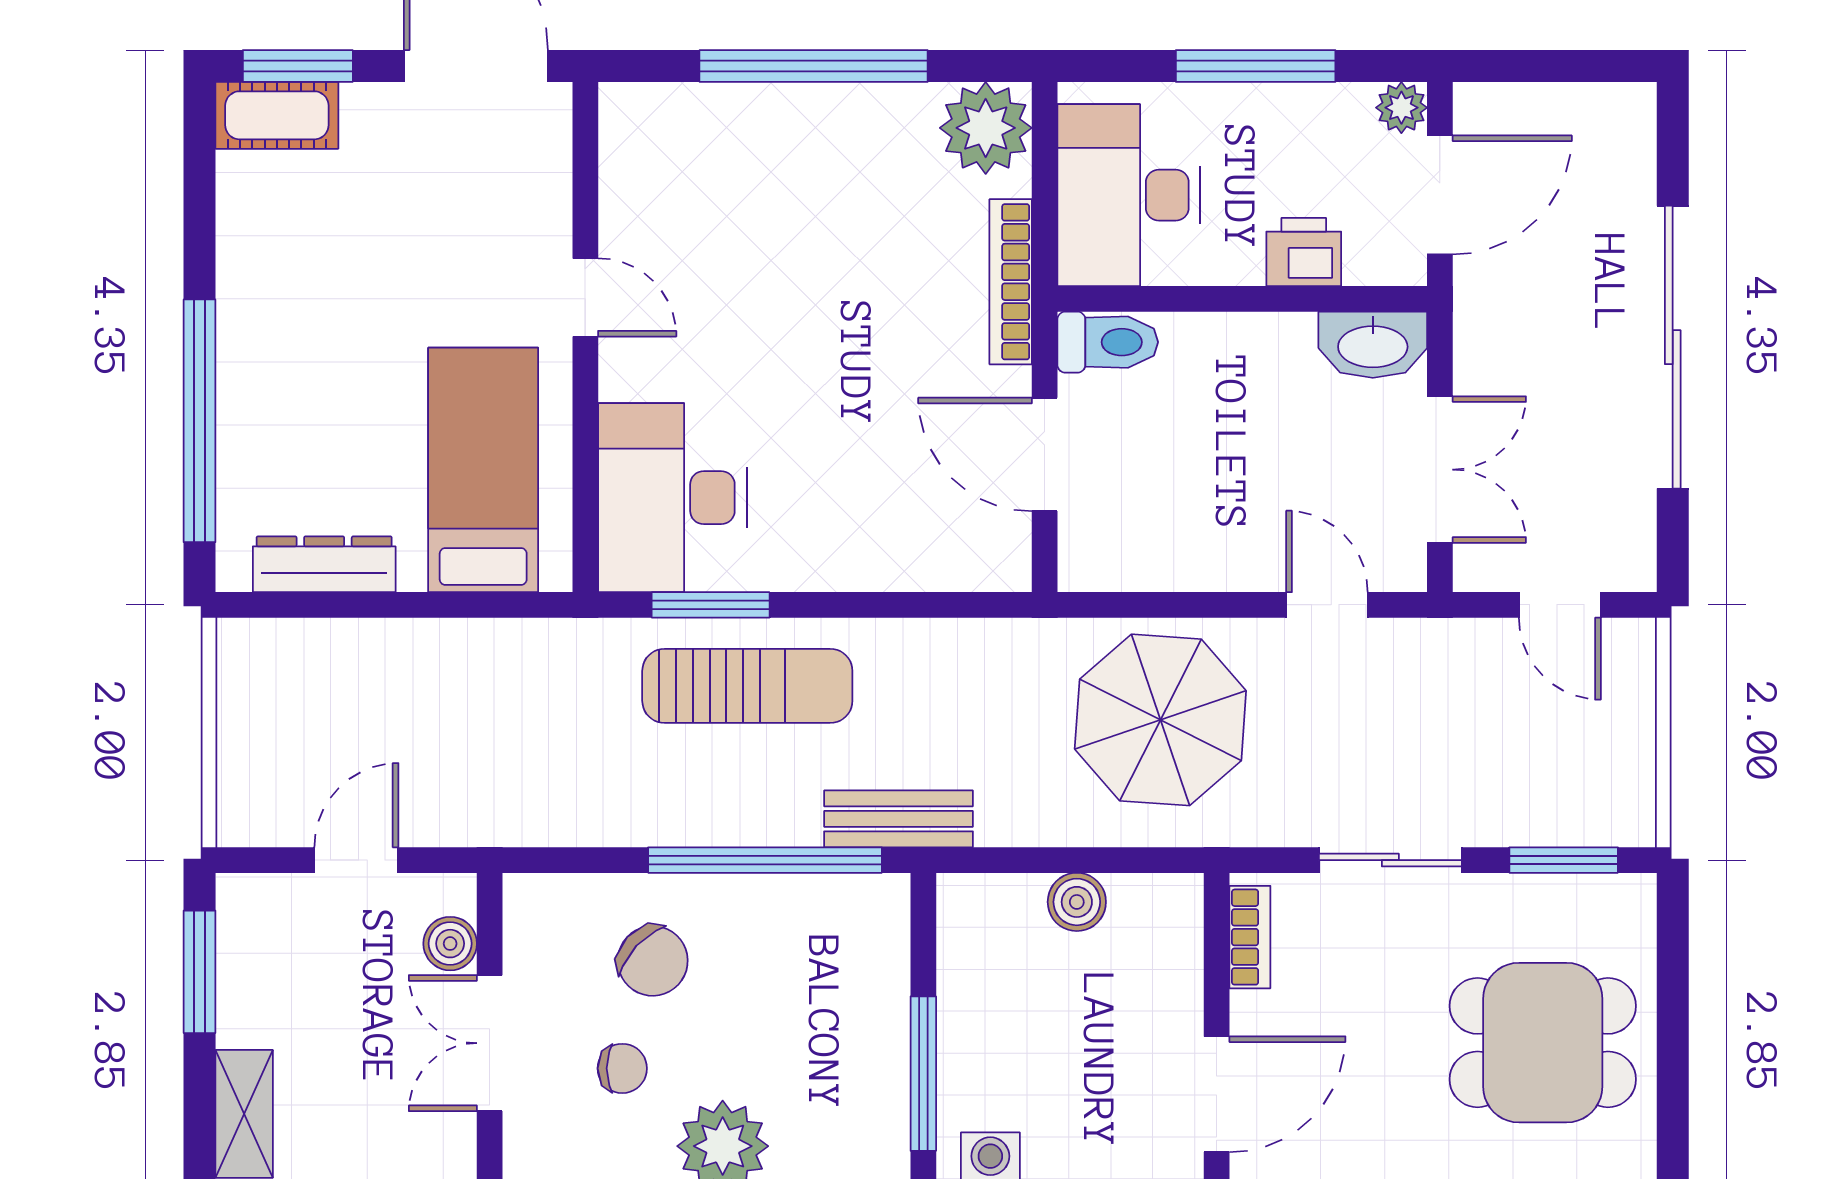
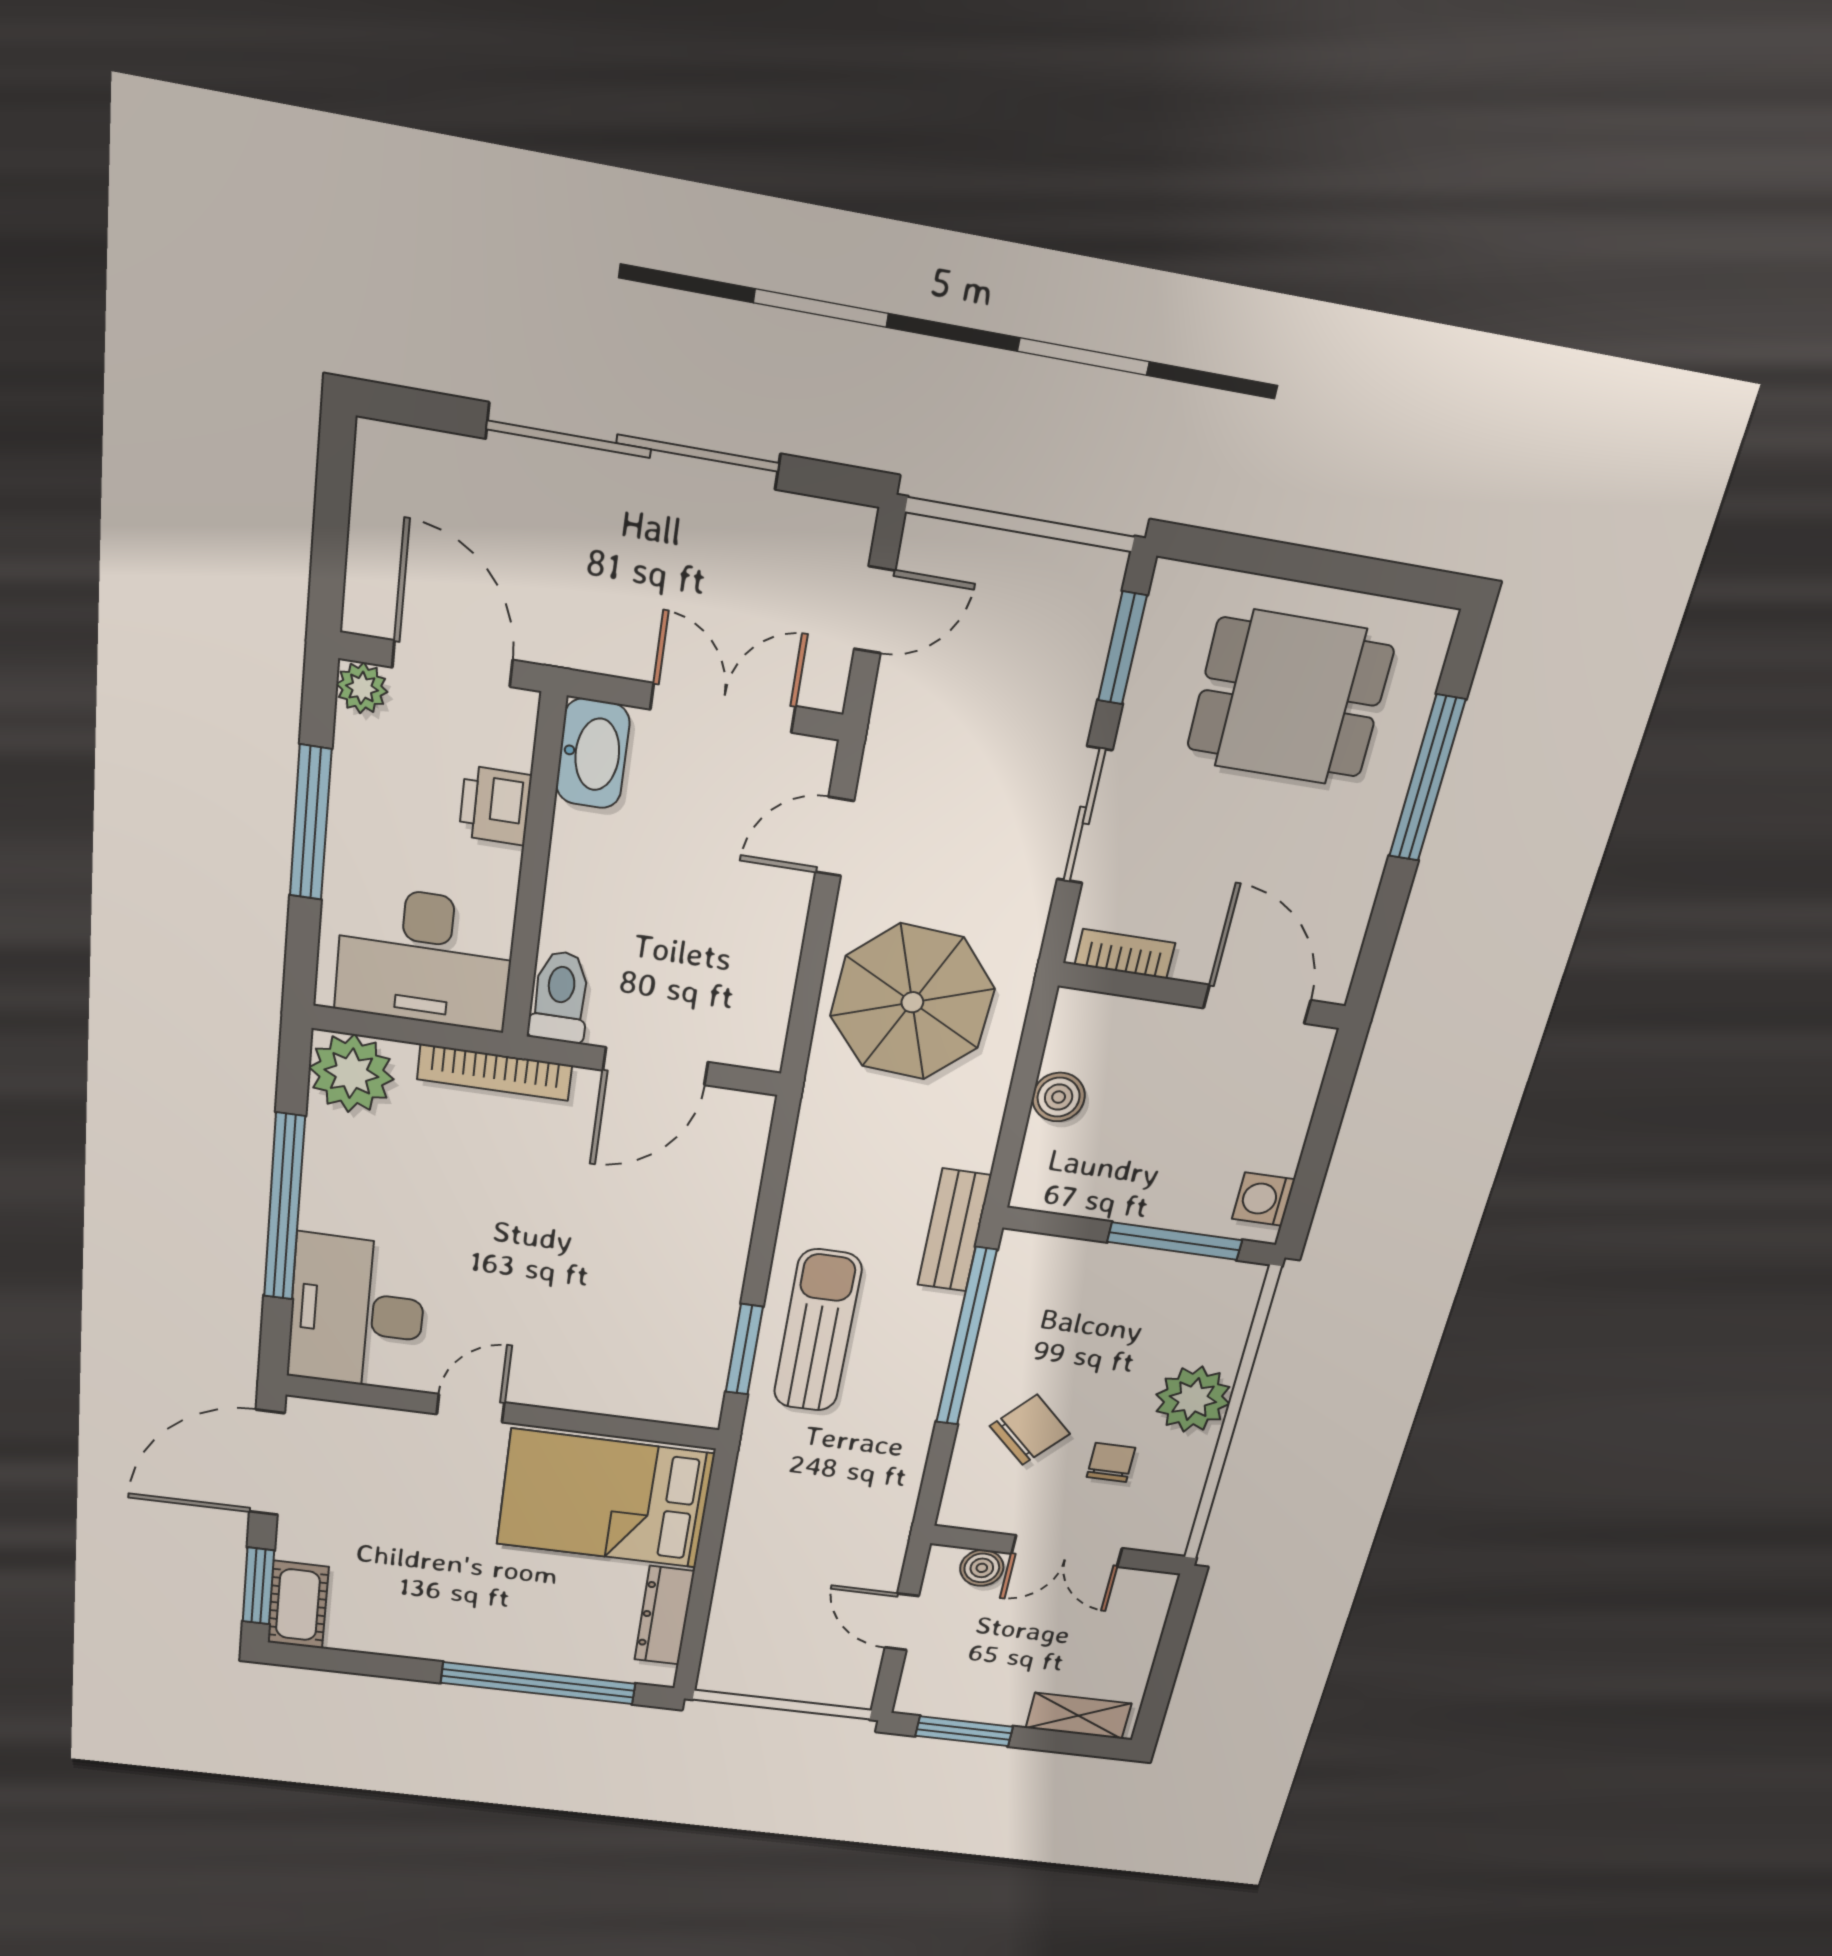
bed: (483, 470) -> (605, 1499), width x1.50
desk: (672, 498) -> (357, 1313), moved, turned 90
dining table: (1543, 1043) -> (1290, 698), turned 90

